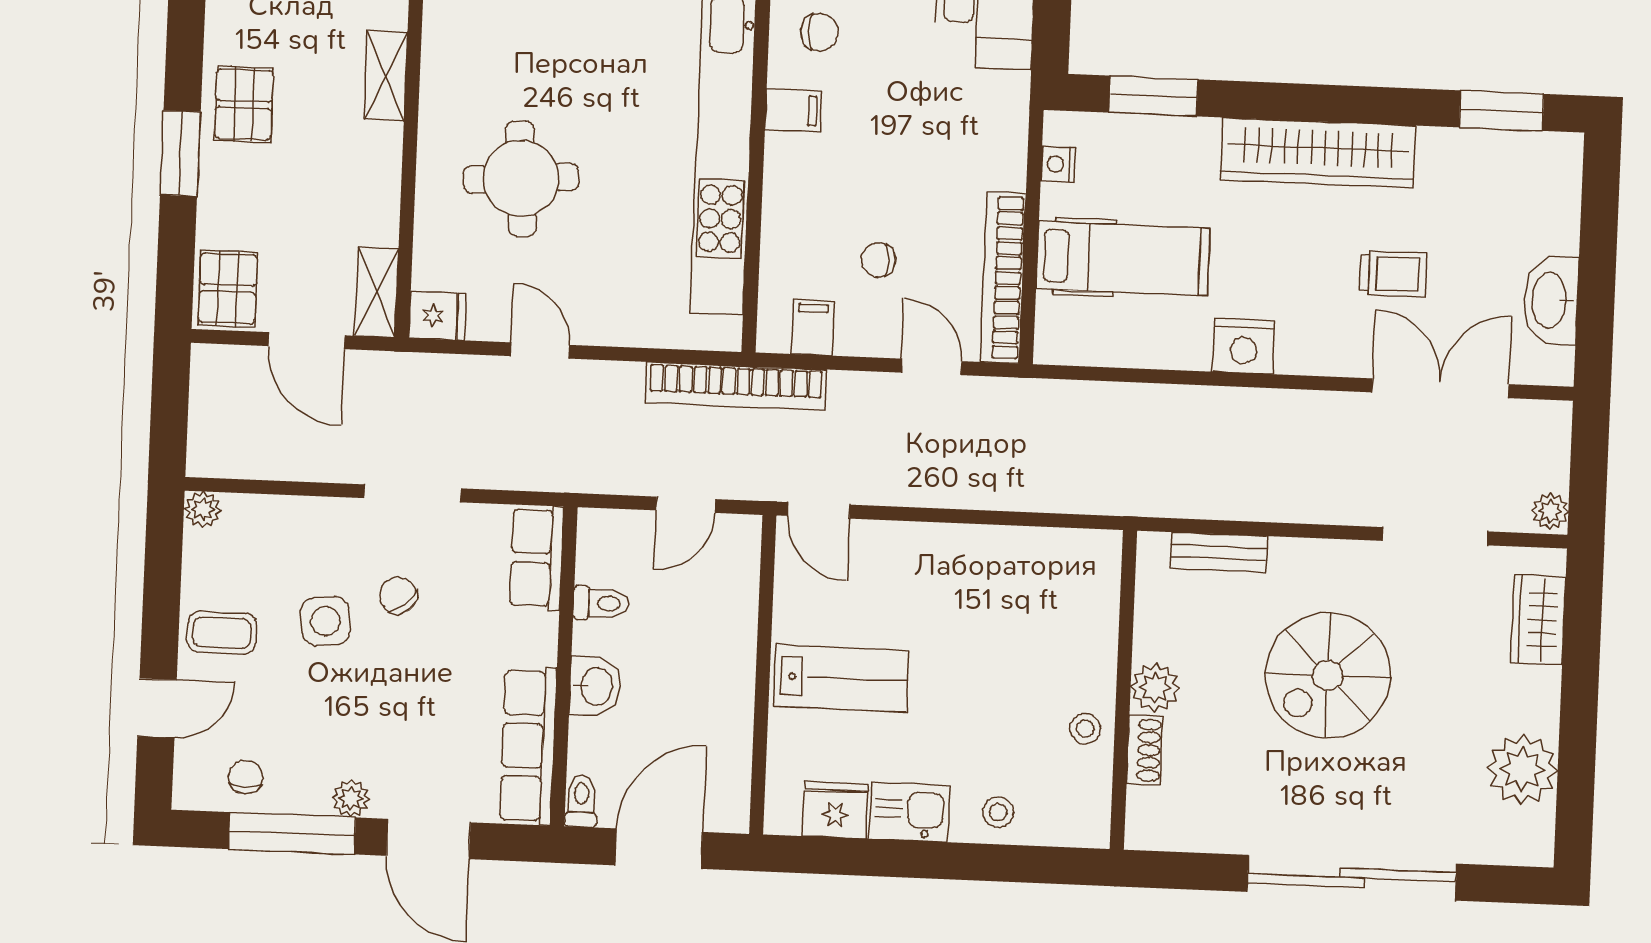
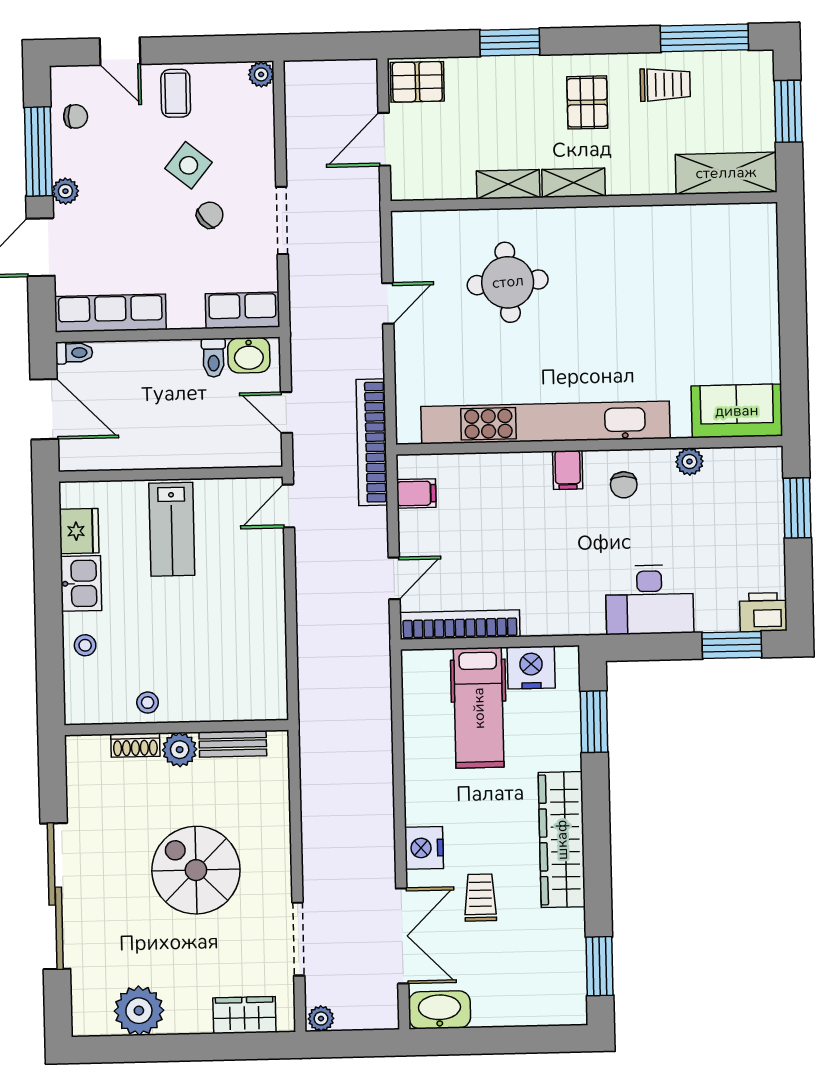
pallet: (244, 104) -> (587, 102), moved, turned 90
nightstand: (1058, 164) -> (531, 667), width x1.89, depth x1.79
chair: (878, 260) -> (467, 536), removed
trolley: (1393, 274) -> (480, 898), turned 180
shelving: (377, 292) -> (508, 184), moved
washbasin: (1551, 300) -> (440, 1010), moved
fridge: (438, 316) -> (408, 230), removed
nightstand: (1244, 346) -> (424, 848), moved
bench: (1219, 552) -> (233, 744), moved, turned 90
side table: (325, 621) -> (189, 165), turned 45
washbasin: (595, 686) -> (249, 355), moved

